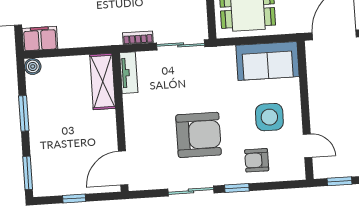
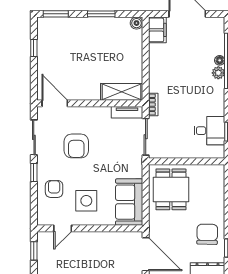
tv unit: (129, 73) -> (127, 112), moved
shelving: (103, 82) -> (122, 92), moved
wall: (120, 122) -> (90, 103), moved
armchair: (199, 135) -> (76, 146), width x0.73, depth x0.73
door: (123, 168) -> (55, 103), moved

